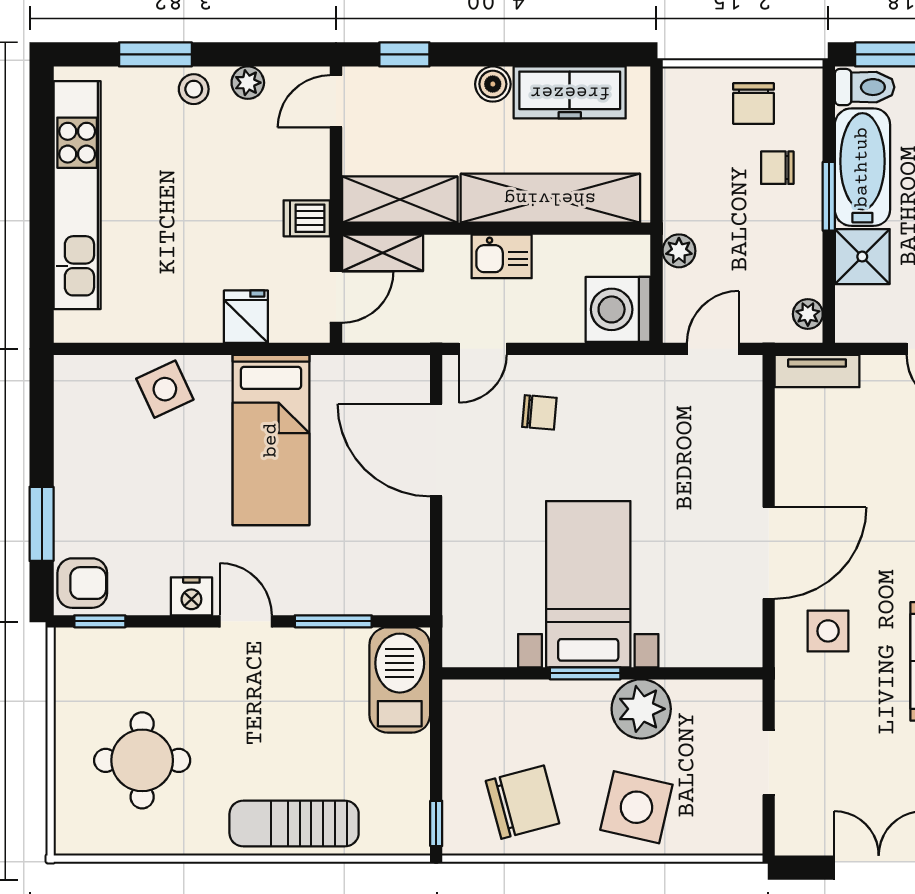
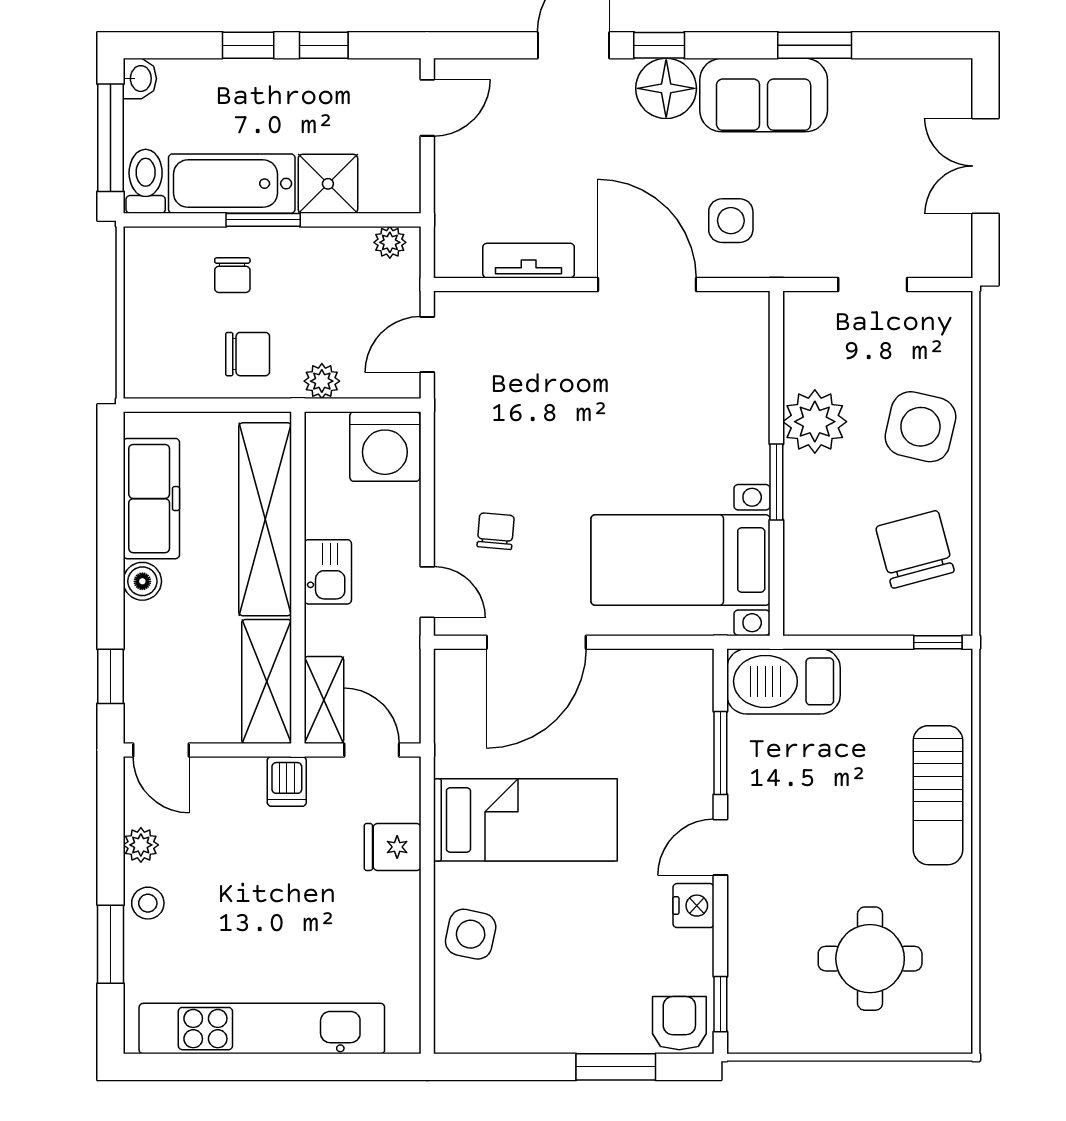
chair: (754, 104) -> (248, 354), moved
door: (713, 349) -> (427, 344), hinge flipped
tv unit: (817, 371) -> (529, 261), moved, turned -90
side table: (165, 389) -> (471, 934), turned 37
bed with nightstands: (588, 584) -> (681, 560), moved

